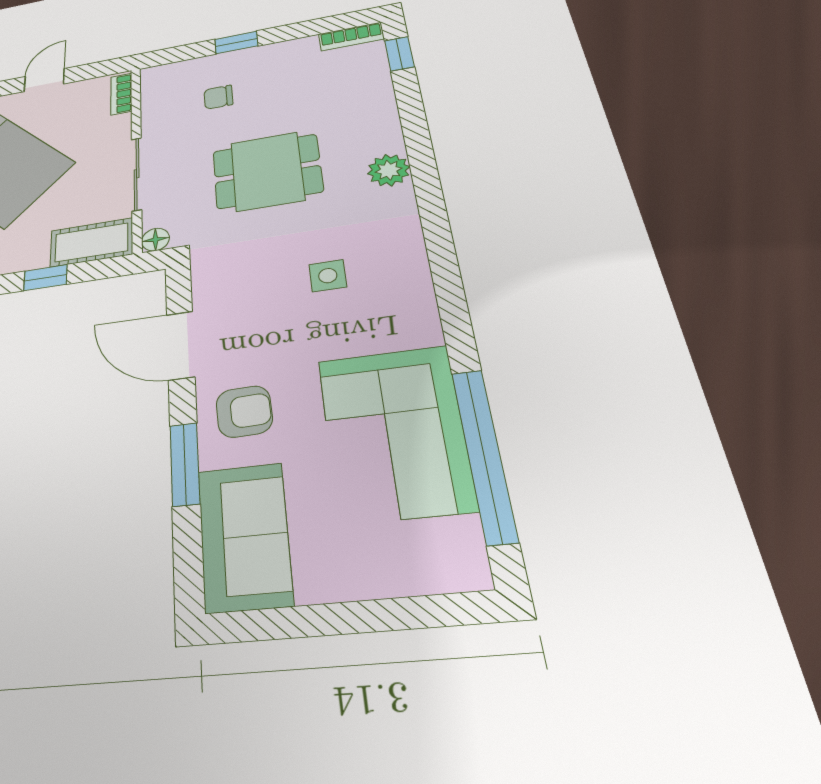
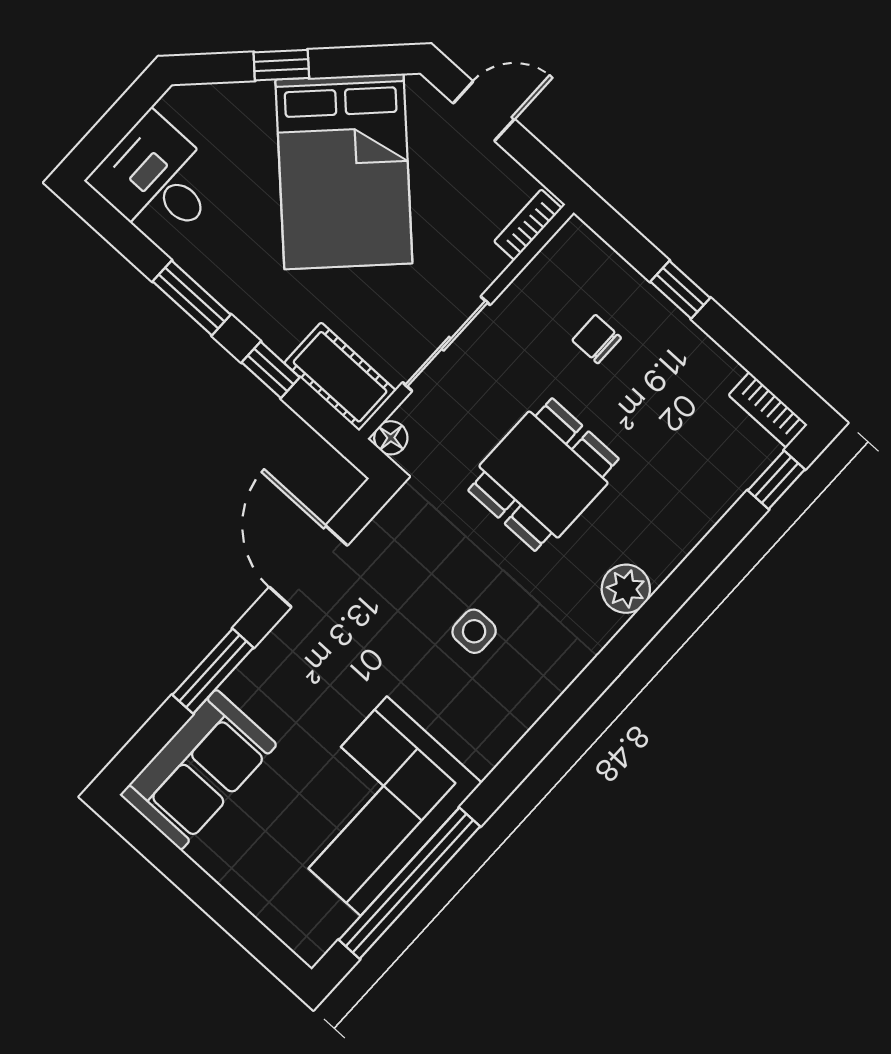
dining table: (267, 171) -> (543, 475), turned 90
armchair: (244, 411) -> (295, 676), removed

